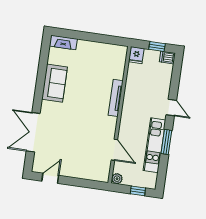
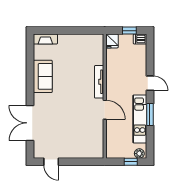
door: (114, 150) -> (105, 110), moved
door: (50, 178) -> (51, 162), swing flipped
plant: (117, 179) -> (139, 154), moved

